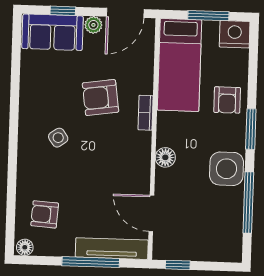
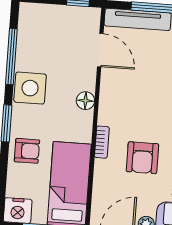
armchair: (100, 98) -> (142, 158), turned 98
armchair: (227, 100) -> (27, 151), turned 90

